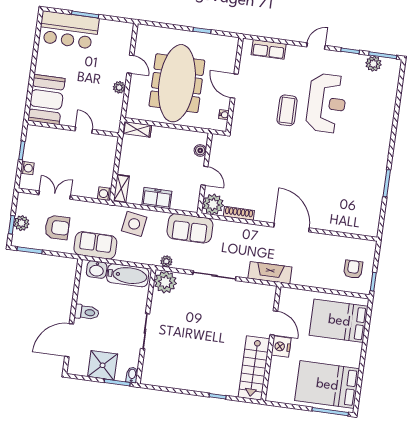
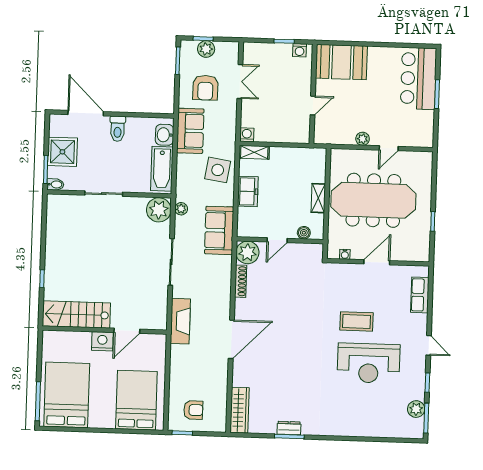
shelving: (137, 129) -> (318, 198), moved
washing machine: (27, 168) -> (300, 50), moved
dresser: (379, 183) -> (289, 428), added
wardrobe: (358, 227) -> (240, 410), added

